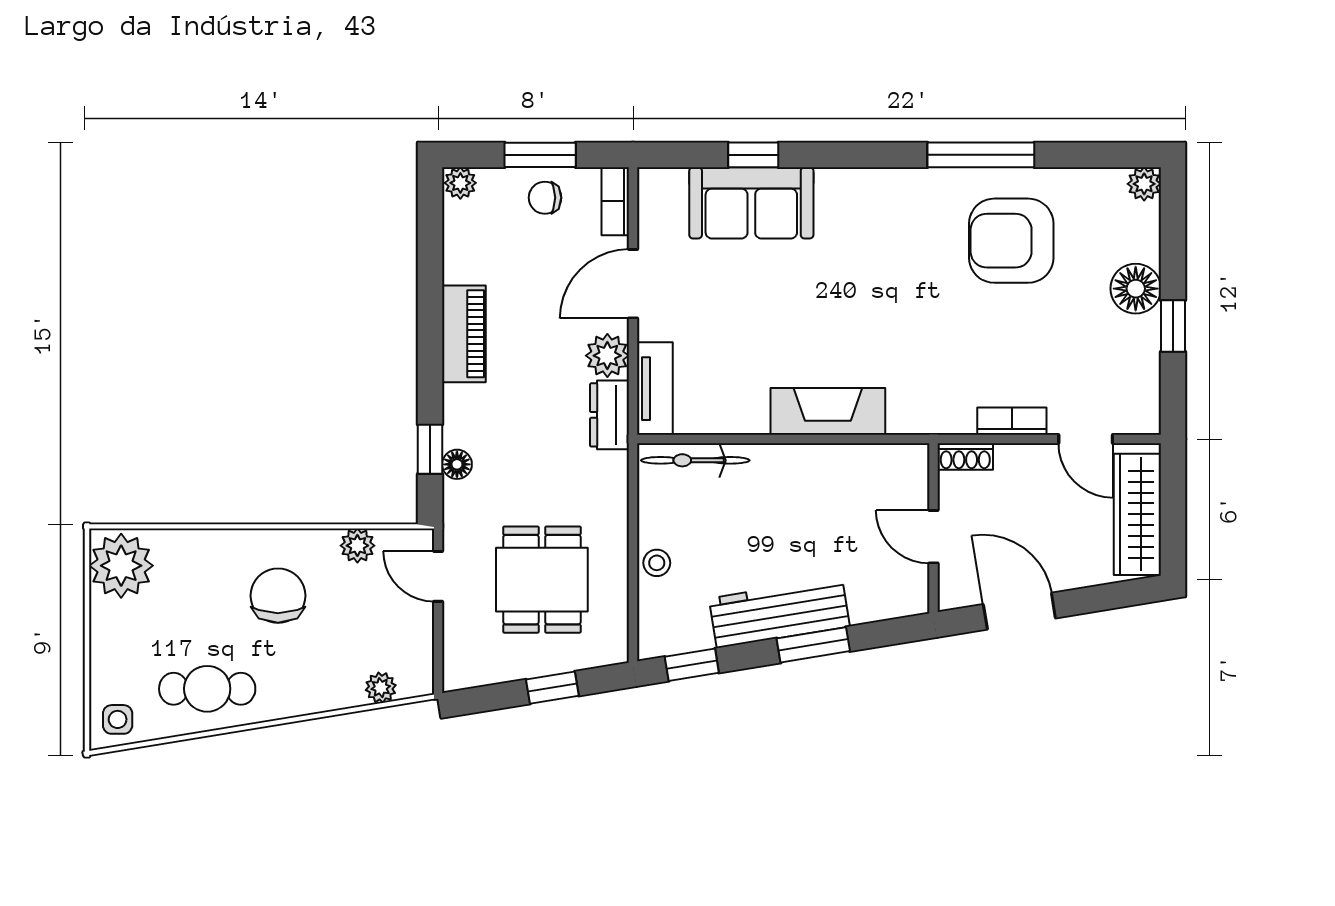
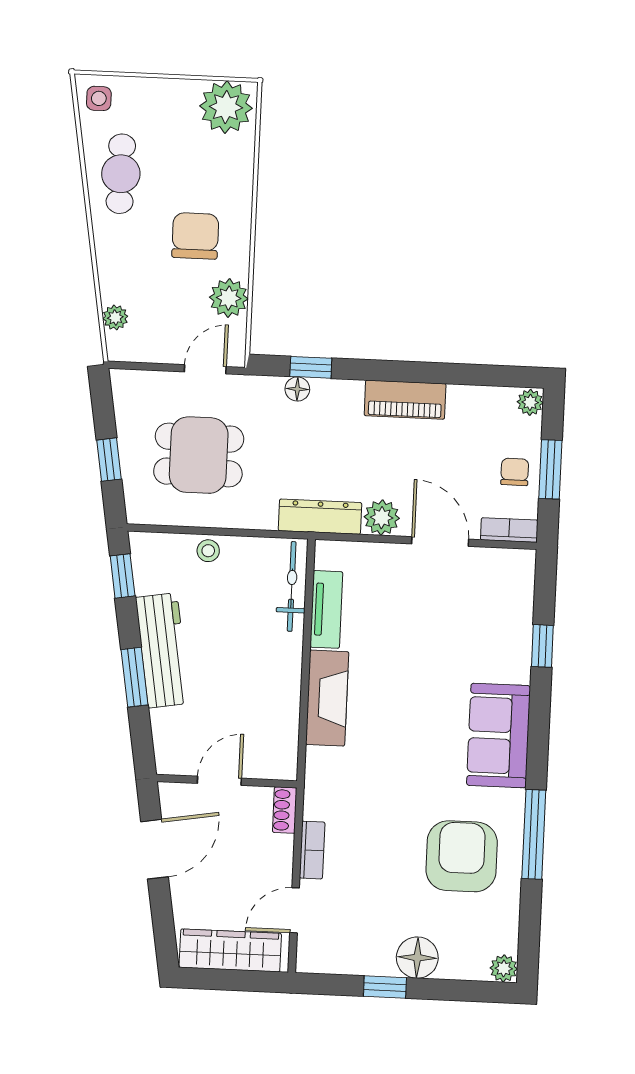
sofa: (751, 203) -> (498, 735), moved
tv unit: (655, 389) -> (326, 609), moved, turned -90
dresser: (610, 415) -> (320, 517), width x1.44
plant: (357, 546) -> (229, 298), width x1.38, depth x1.38
chair: (278, 596) -> (195, 236), turned -90

